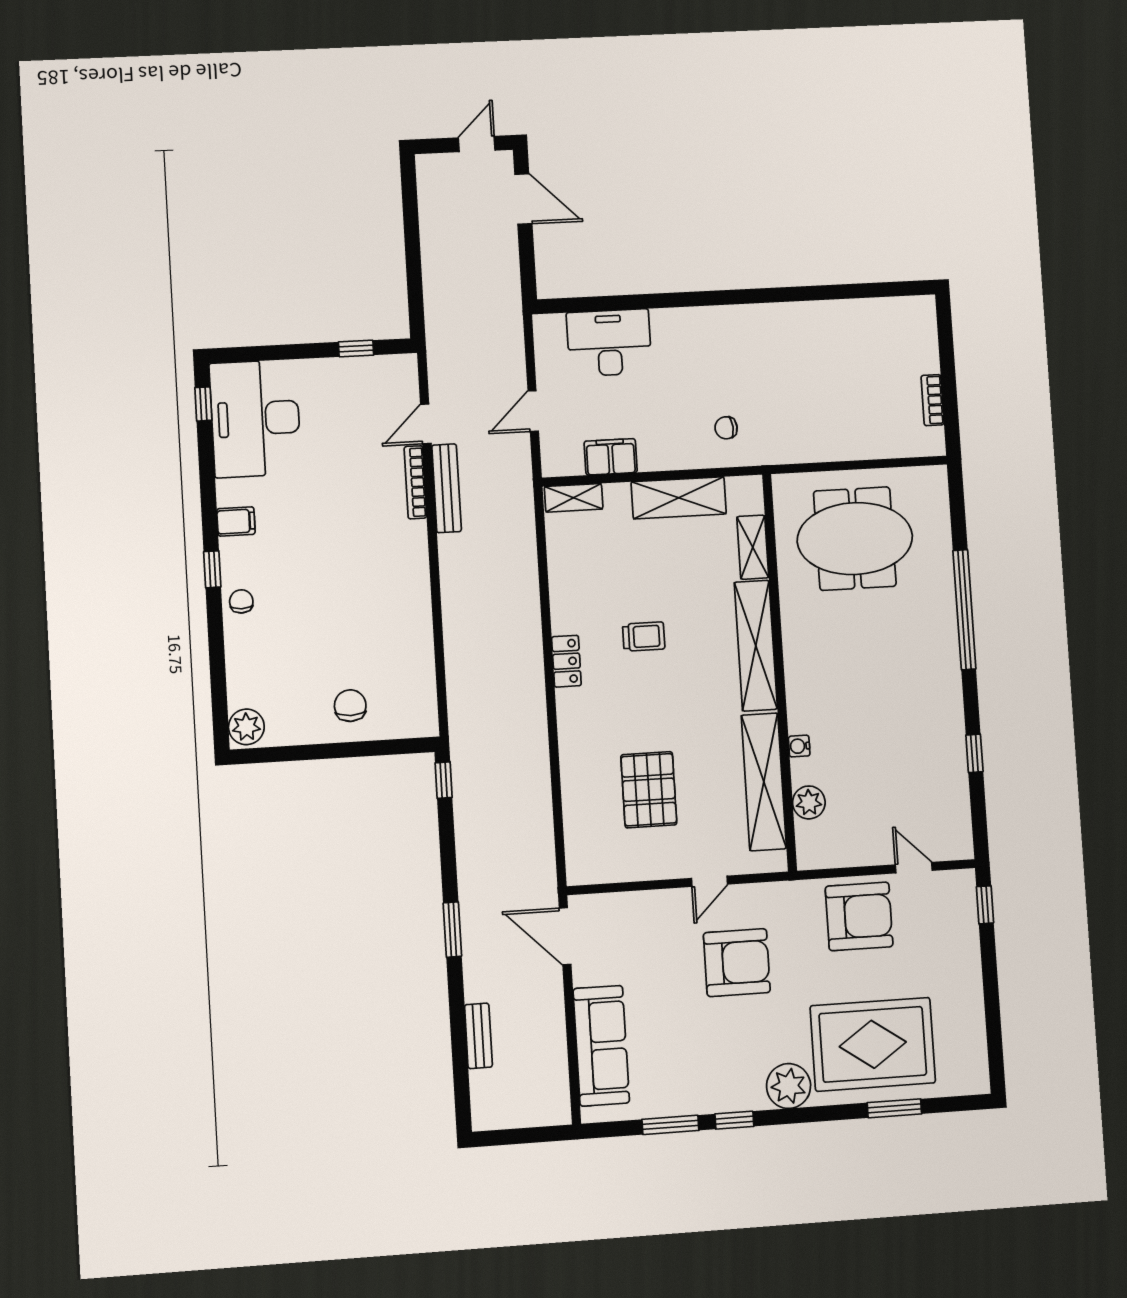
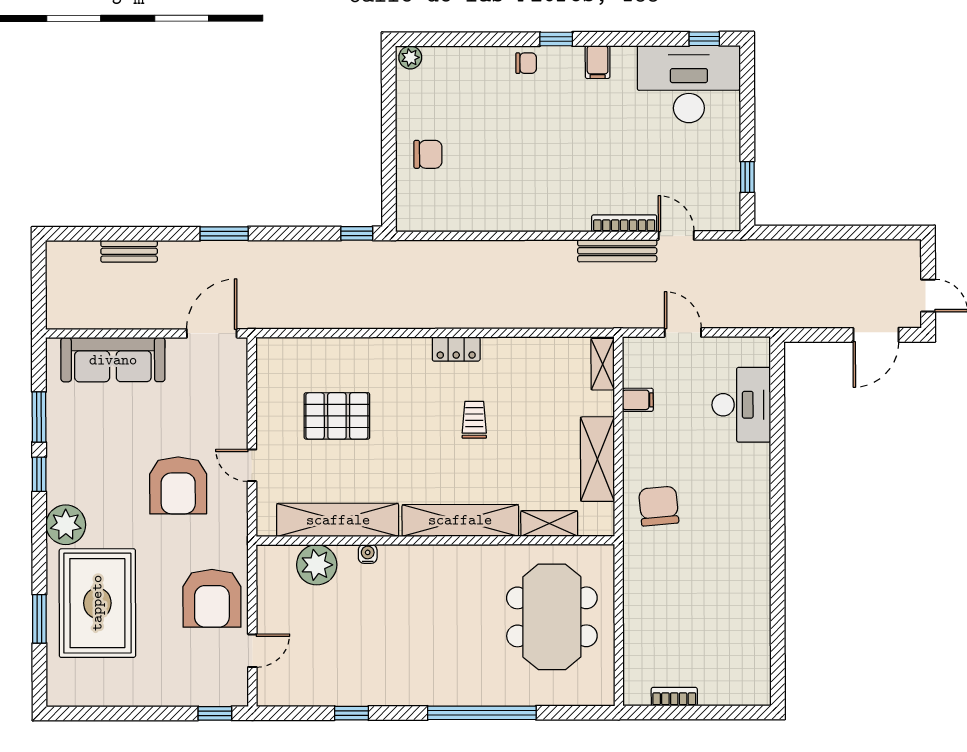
chair: (726, 428) -> (659, 506), width x1.87, depth x1.87
filing cabinet: (611, 457) -> (638, 400), width x0.50
trolley: (644, 637) -> (474, 420), turned 180
plant: (246, 727) -> (410, 57), width x0.73, depth x0.73
plant: (809, 802) -> (317, 565), width x1.36, depth x1.36

